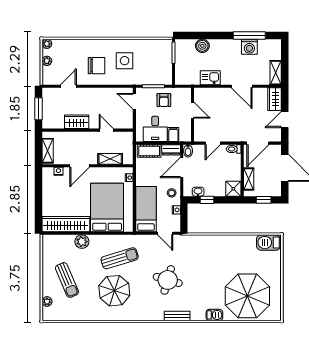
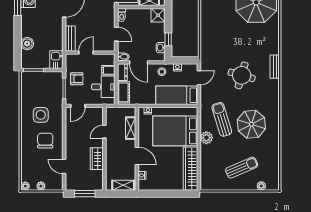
kitchen sink: (210, 78) -> (56, 60), moved
bench: (208, 93) -> (70, 39), added
plant: (82, 242) -> (206, 138), moved
barbecue: (214, 315) -> (274, 33), removed

